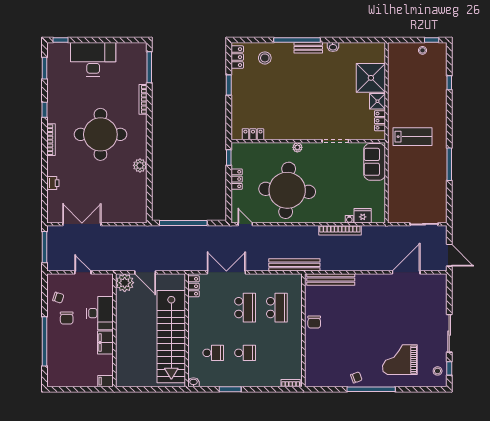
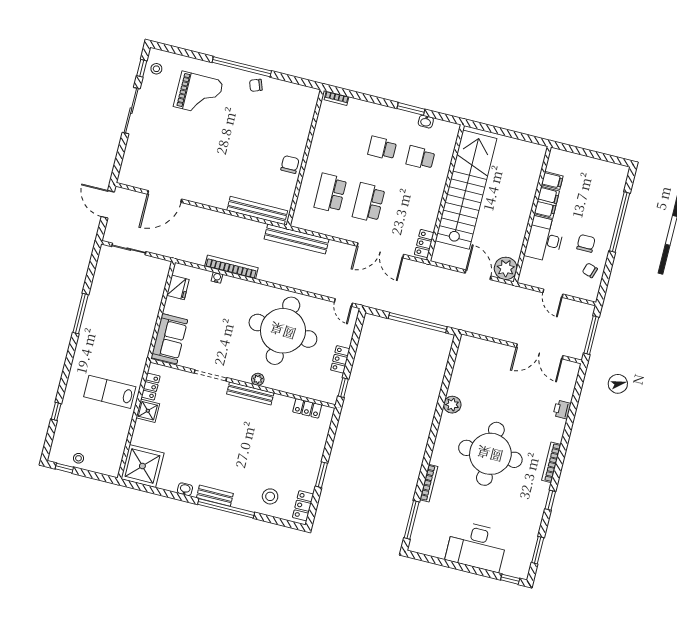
shower: (371, 78) -> (142, 466), moved
bench: (300, 135) -> (250, 393), added
lab bench: (412, 137) -> (110, 392), moved
fridge: (363, 216) -> (178, 287), moved, turned -90
filing cabinet: (106, 381) -> (552, 180), moved
washbasin: (193, 382) -> (426, 122), moved

